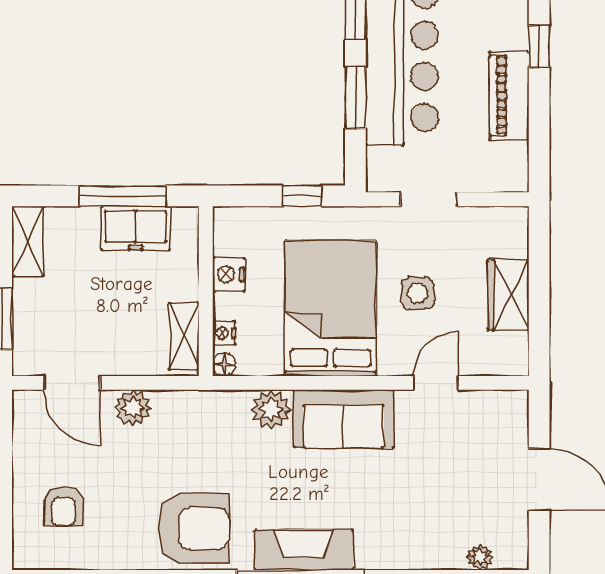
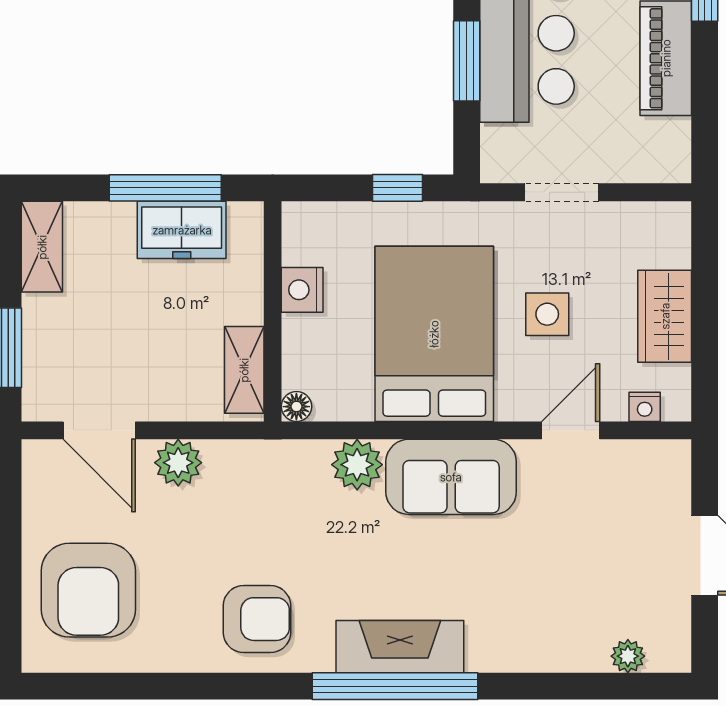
nightstand: (224, 333) -> (645, 407), moved, turned -90
armchair: (64, 506) -> (88, 590), width x1.88, depth x1.88
armchair: (194, 529) -> (257, 619), width x0.73, depth x0.73

